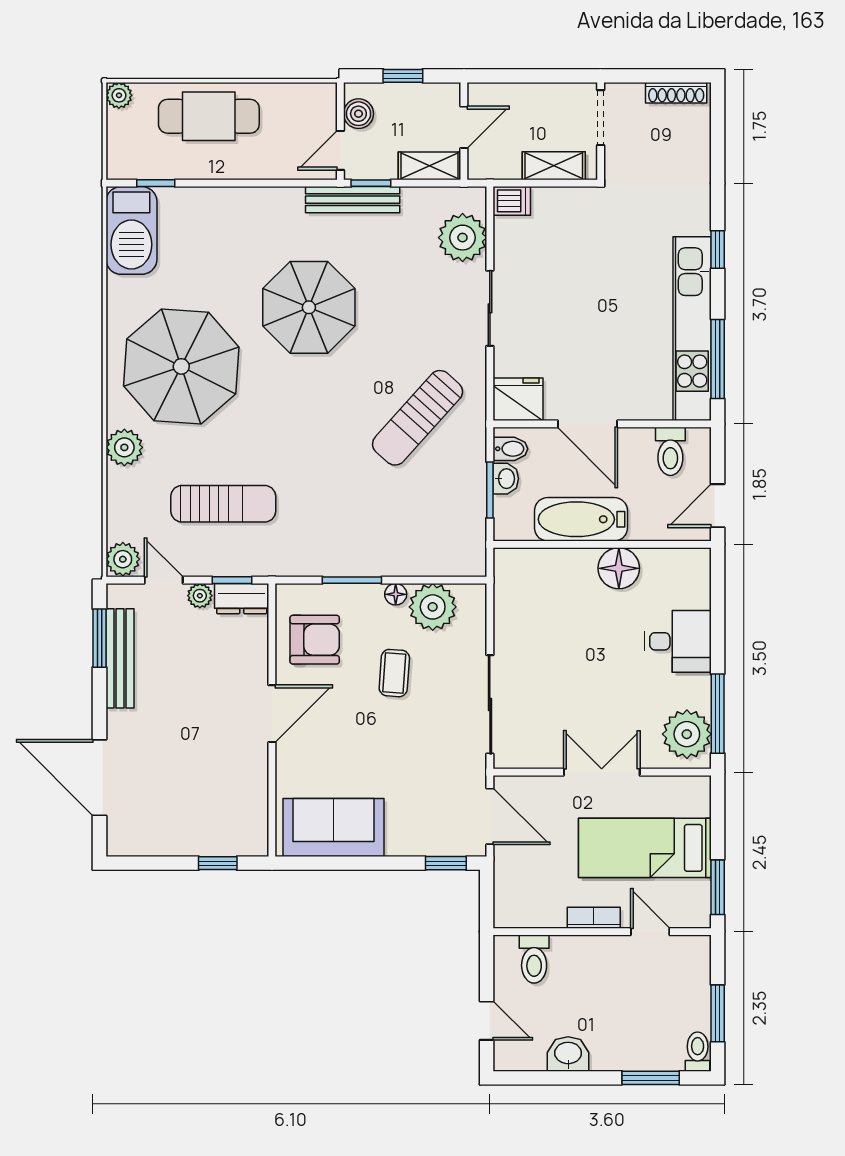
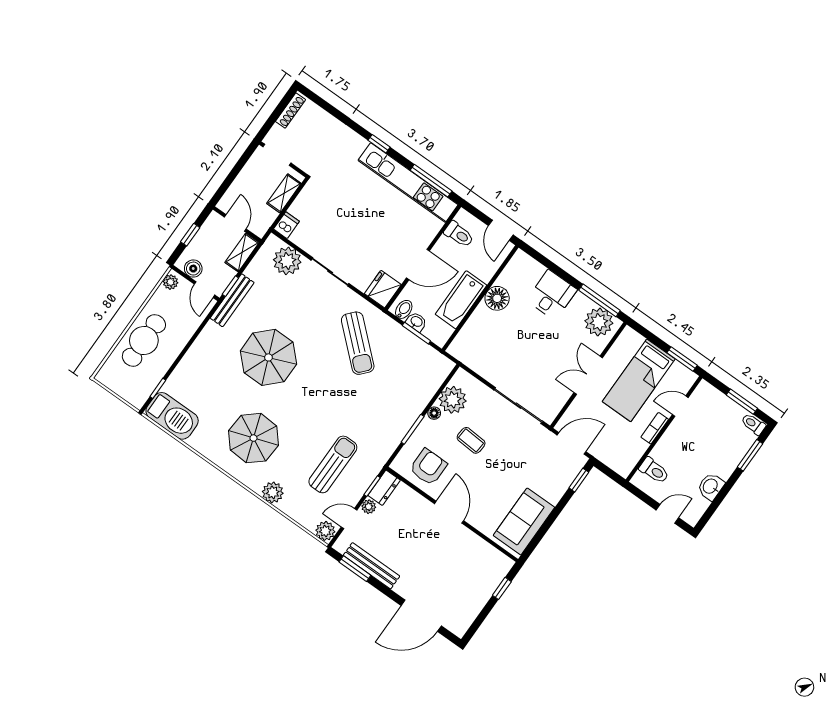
plant: (119, 95) -> (171, 282), moved
parasol: (181, 366) -> (253, 438), width x0.73, depth x0.73

